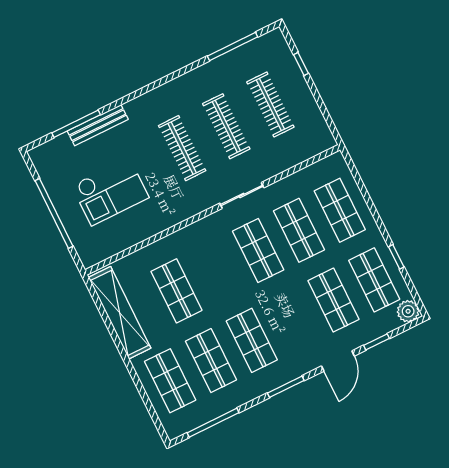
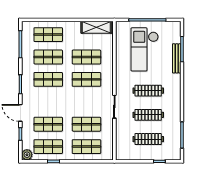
checkout: (110, 192) -> (145, 49), width x1.36, depth x1.21
shop shelf: (258, 251) -> (86, 79), moved
shelving: (120, 313) -> (96, 27), width x0.68

